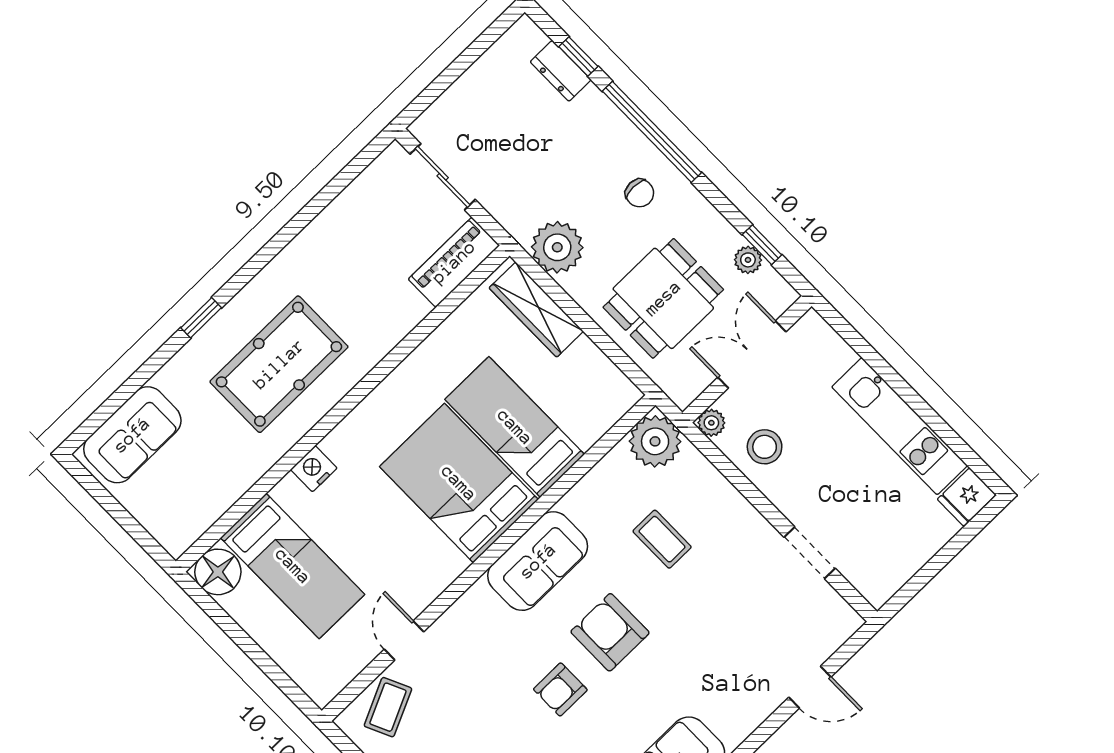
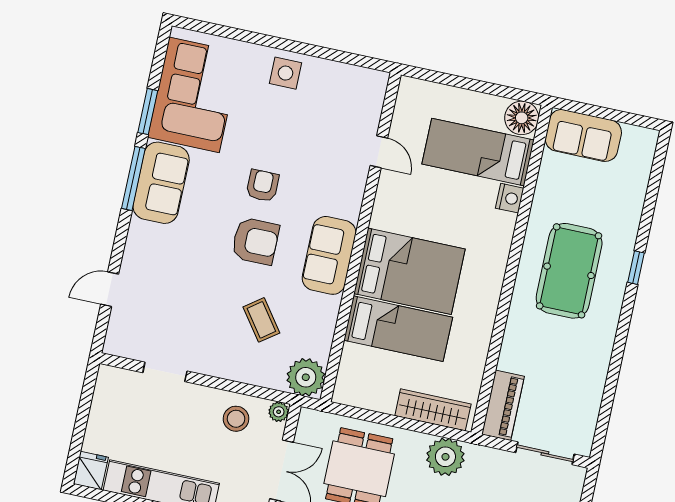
sofa: (132, 435) -> (583, 135), moved, turned -90
nightstand: (314, 469) -> (510, 198), moved
coffee table: (662, 539) -> (261, 320), turned 54
coffee table: (388, 707) -> (362, 104), removed

